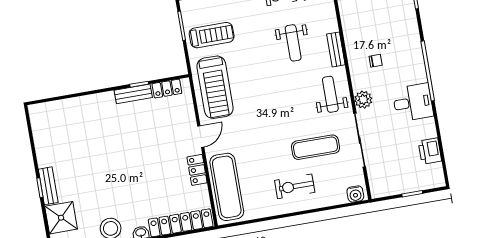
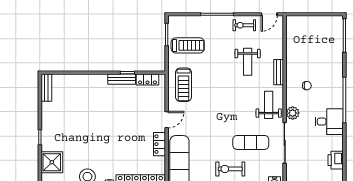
treadmill: (215, 87) -> (184, 85), width x0.73, depth x0.73
bench: (48, 186) -> (46, 88), moved

